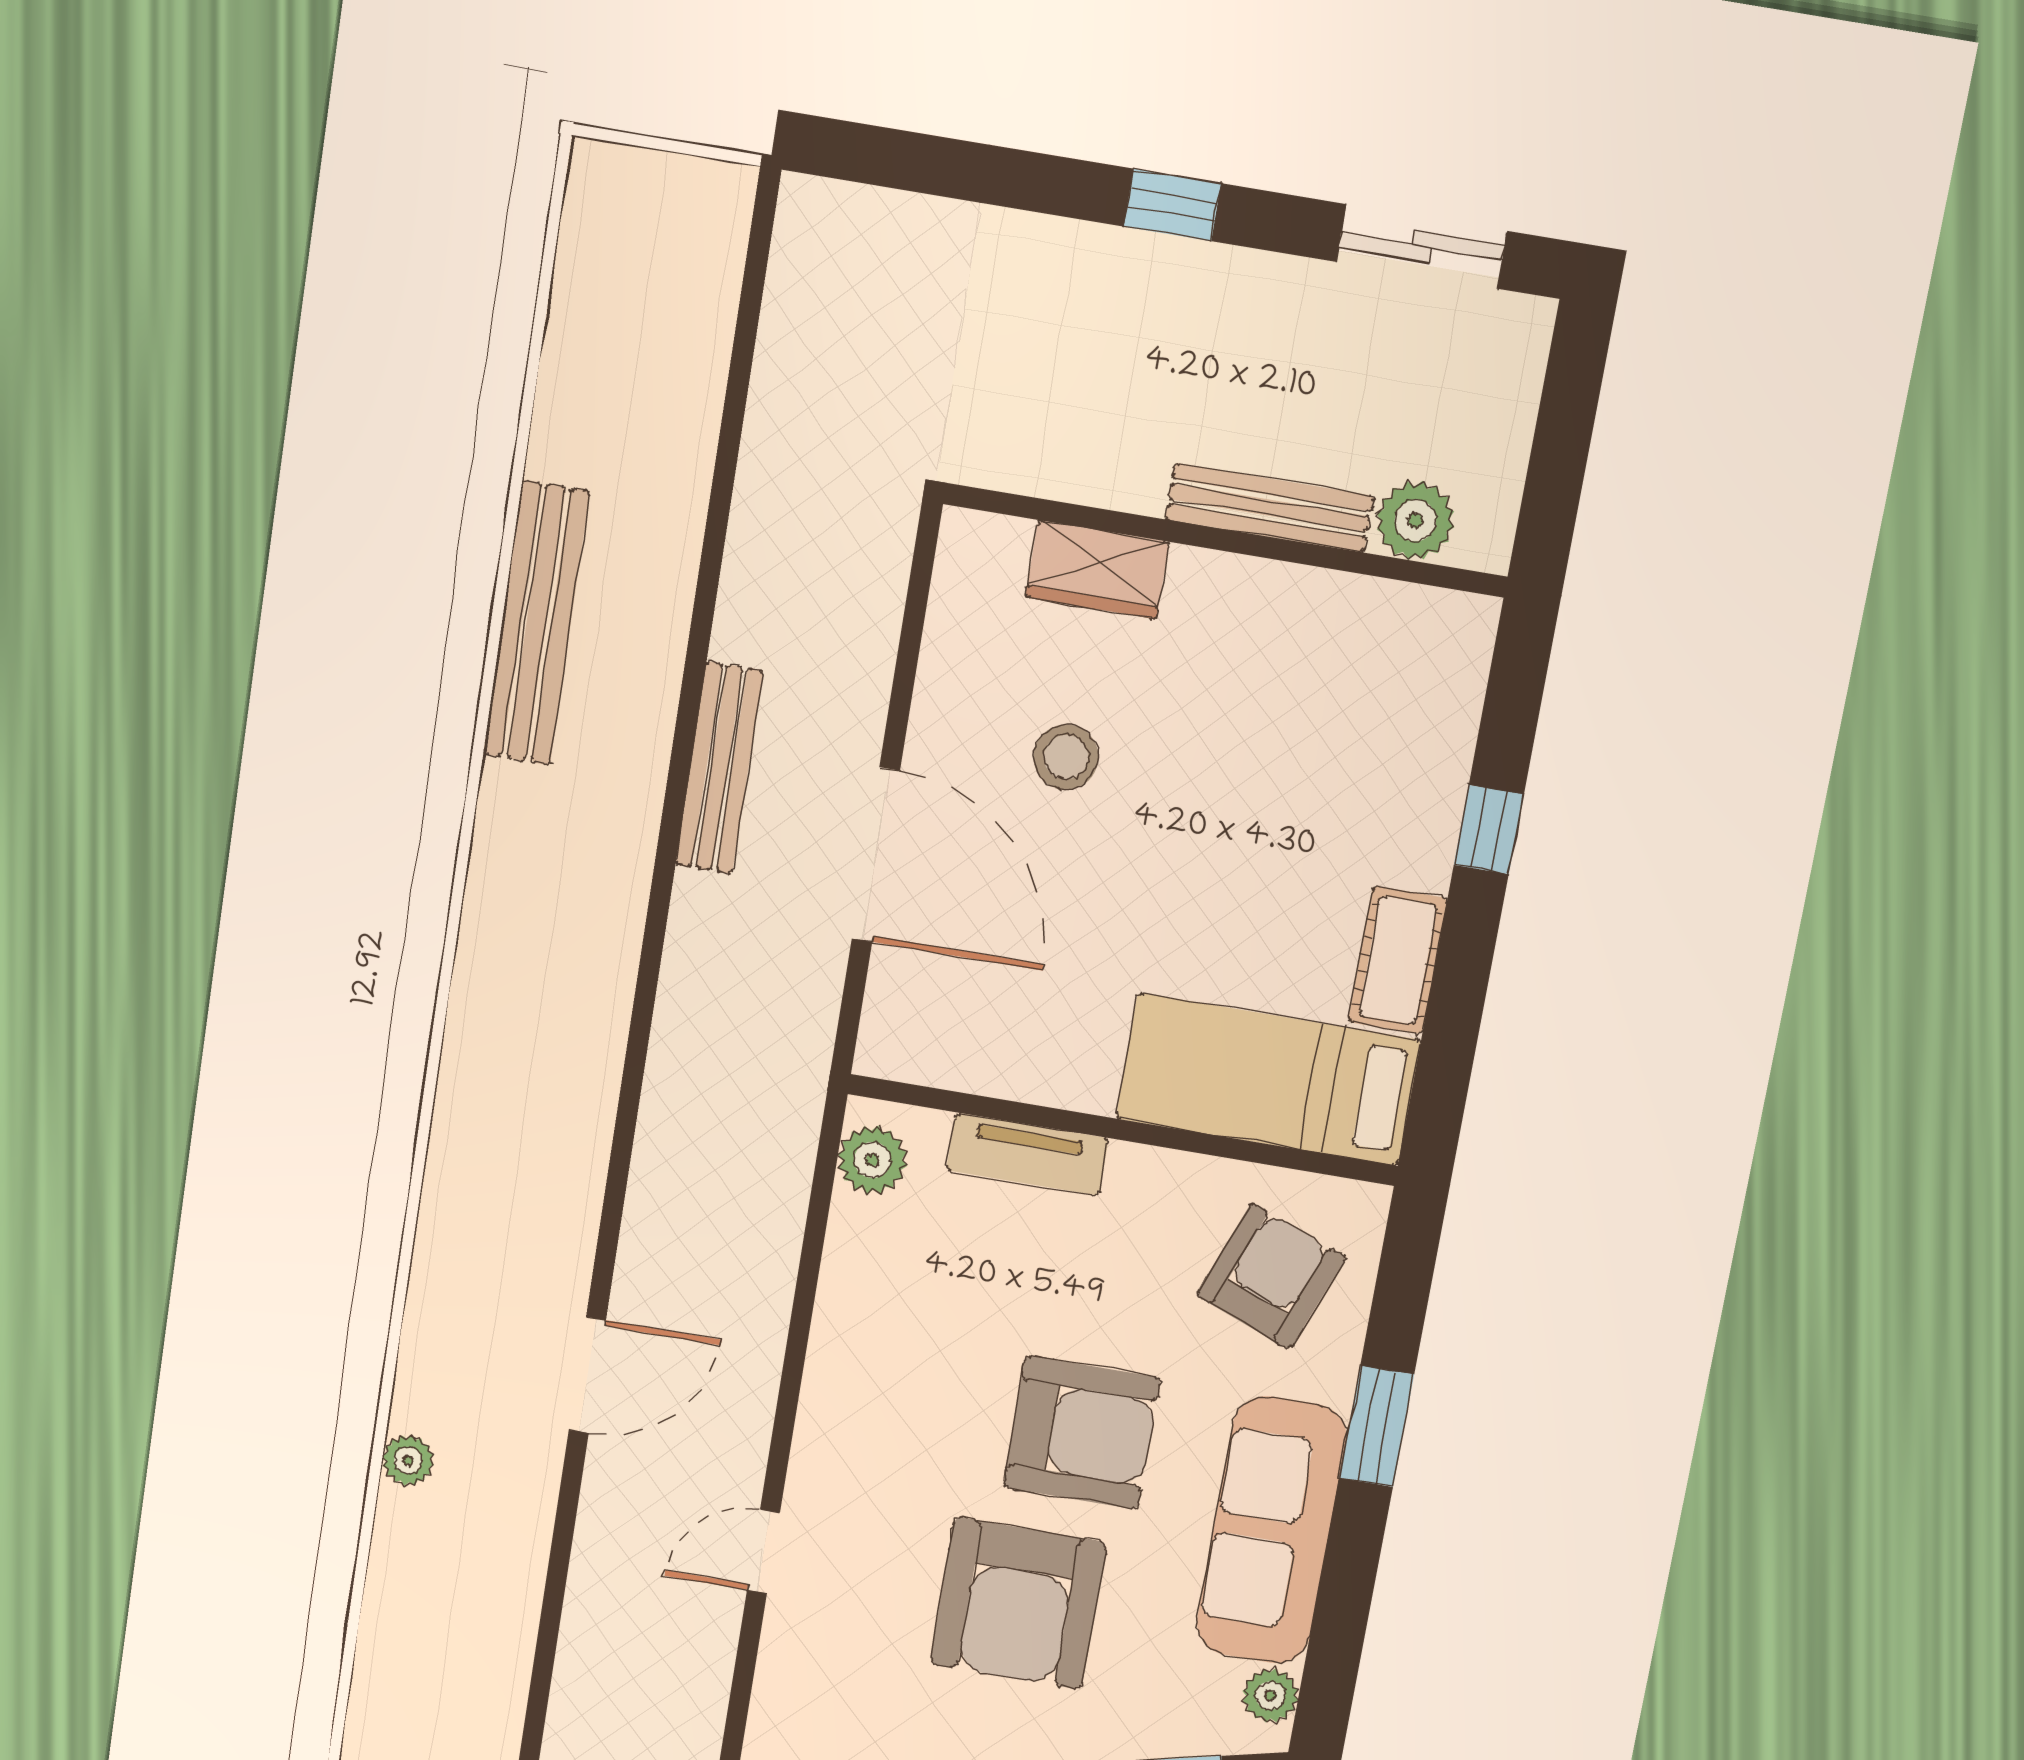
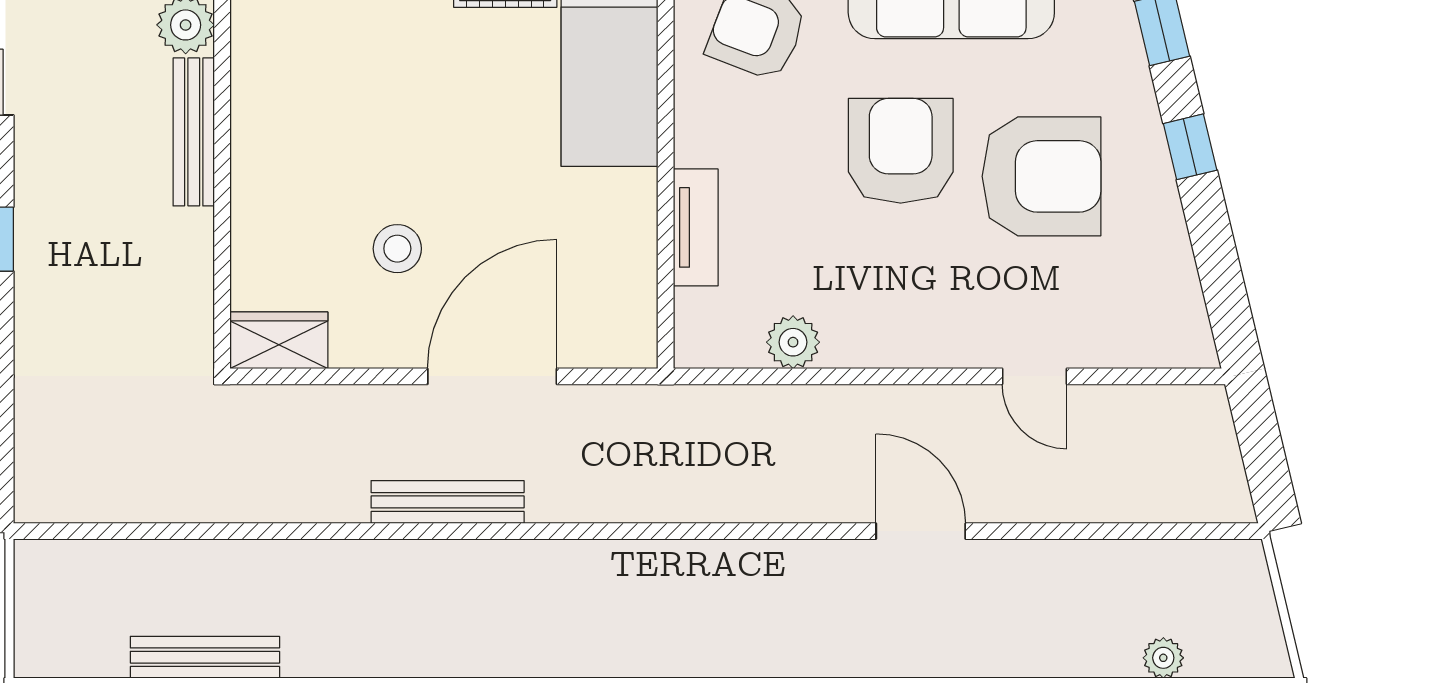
wardrobe: (1097, 570) -> (279, 340), moved, turned -90
bench: (536, 623) -> (205, 657), moved, width x0.73, depth x0.82
plant: (872, 1160) -> (793, 342), moved
plant: (408, 1460) -> (1163, 658), moved

